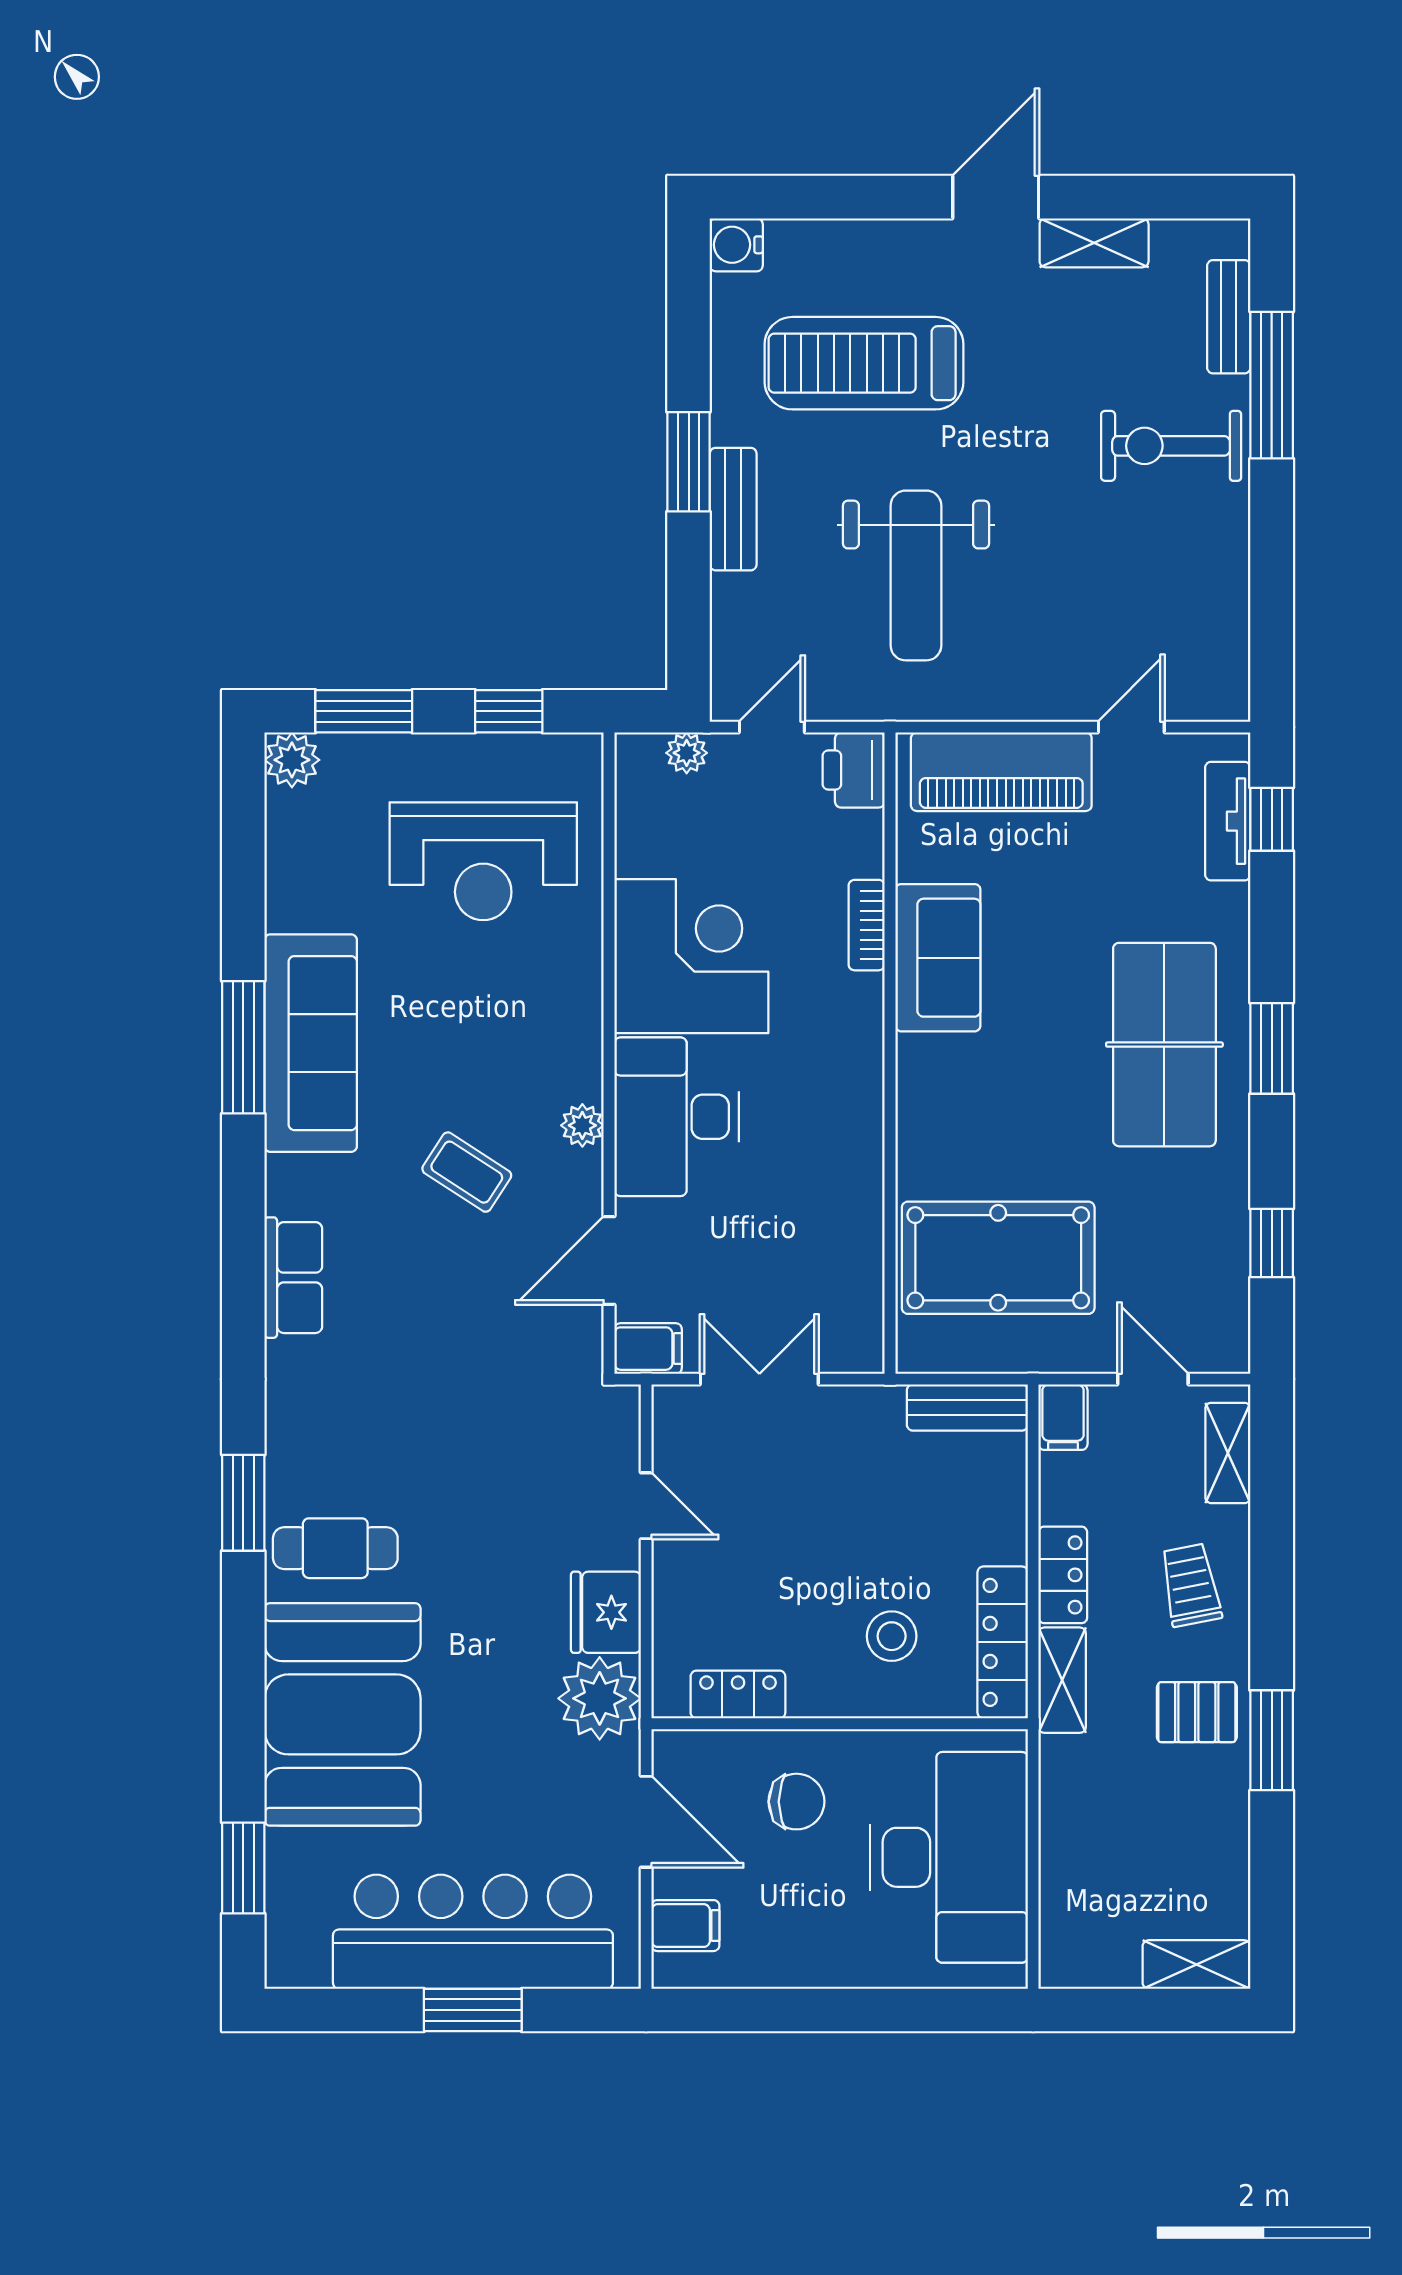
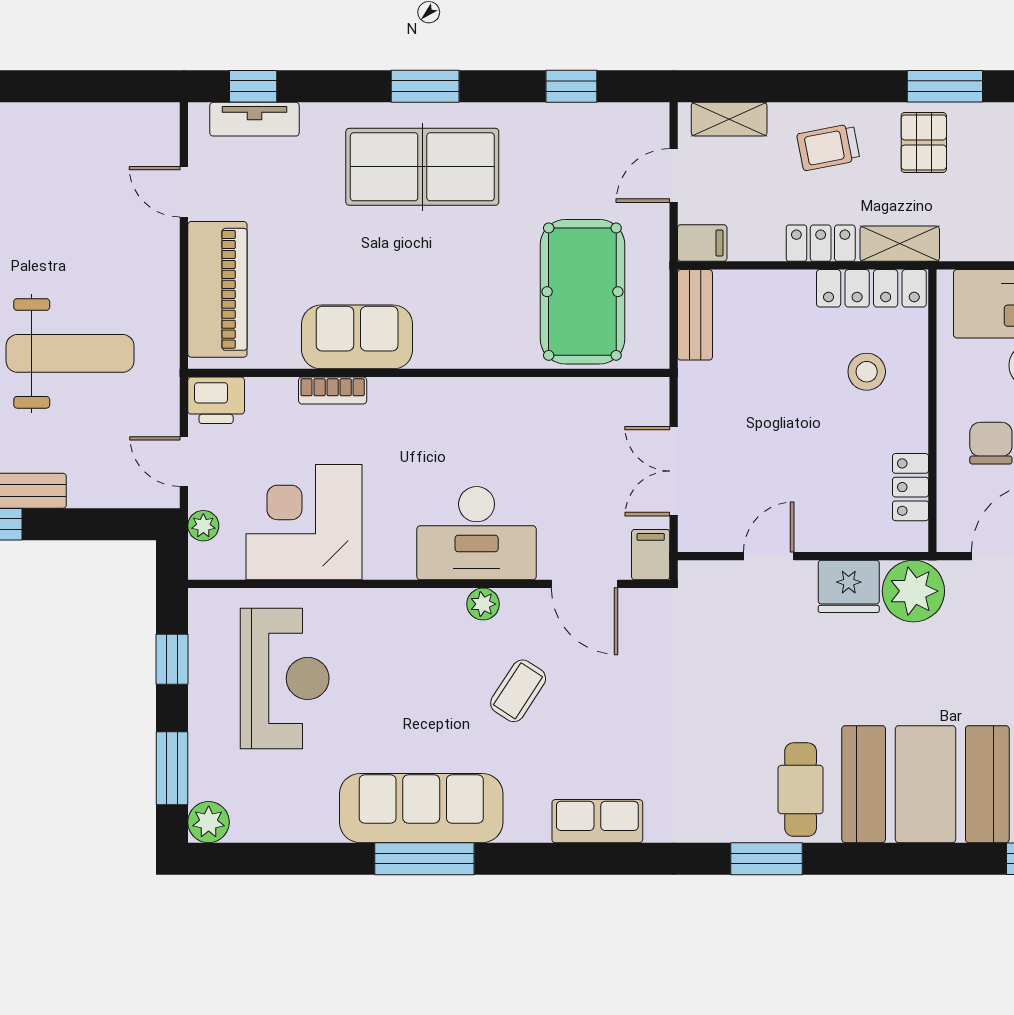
corner desk: (691, 956) -> (304, 522), moved

